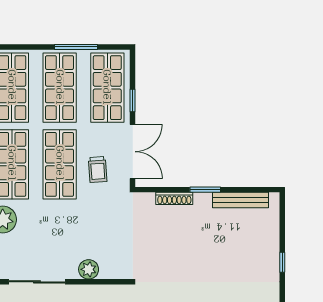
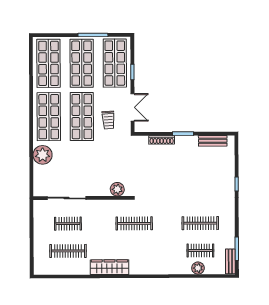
double door: (133, 152) -> (133, 107), width x0.73
bench: (241, 200) -> (213, 141), width x0.73
plant: (89, 269) -> (117, 189), moved

